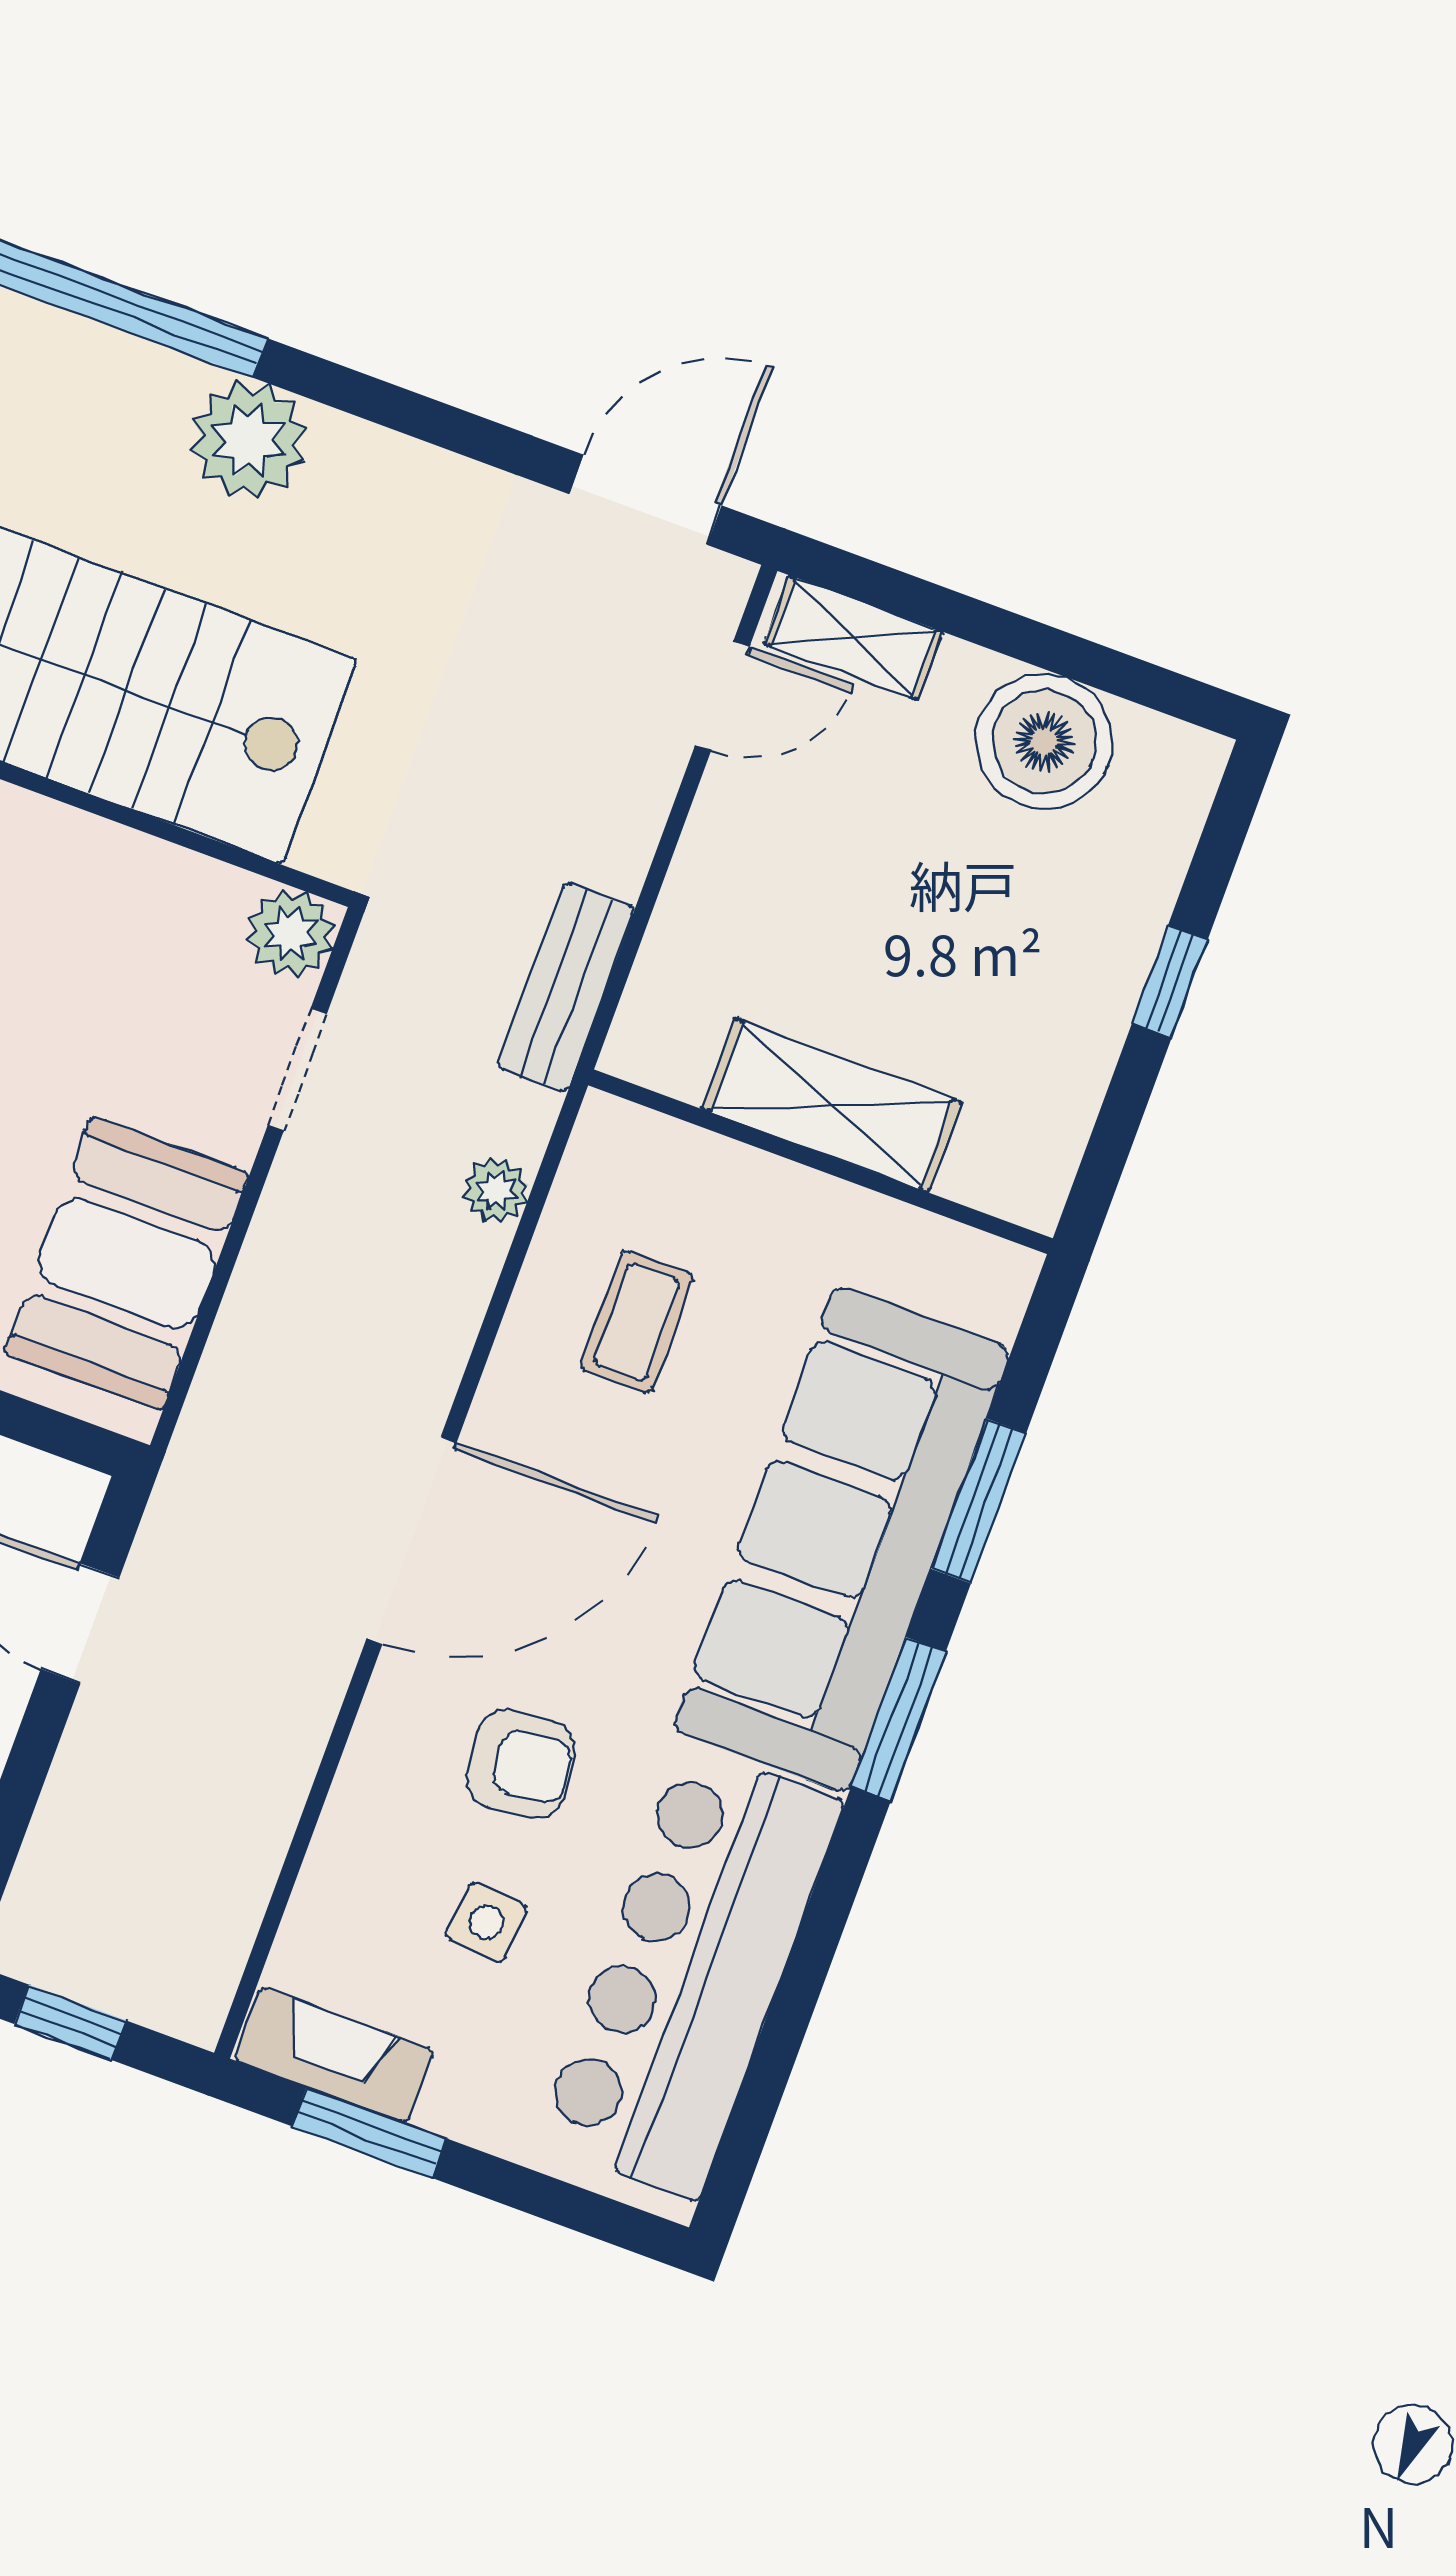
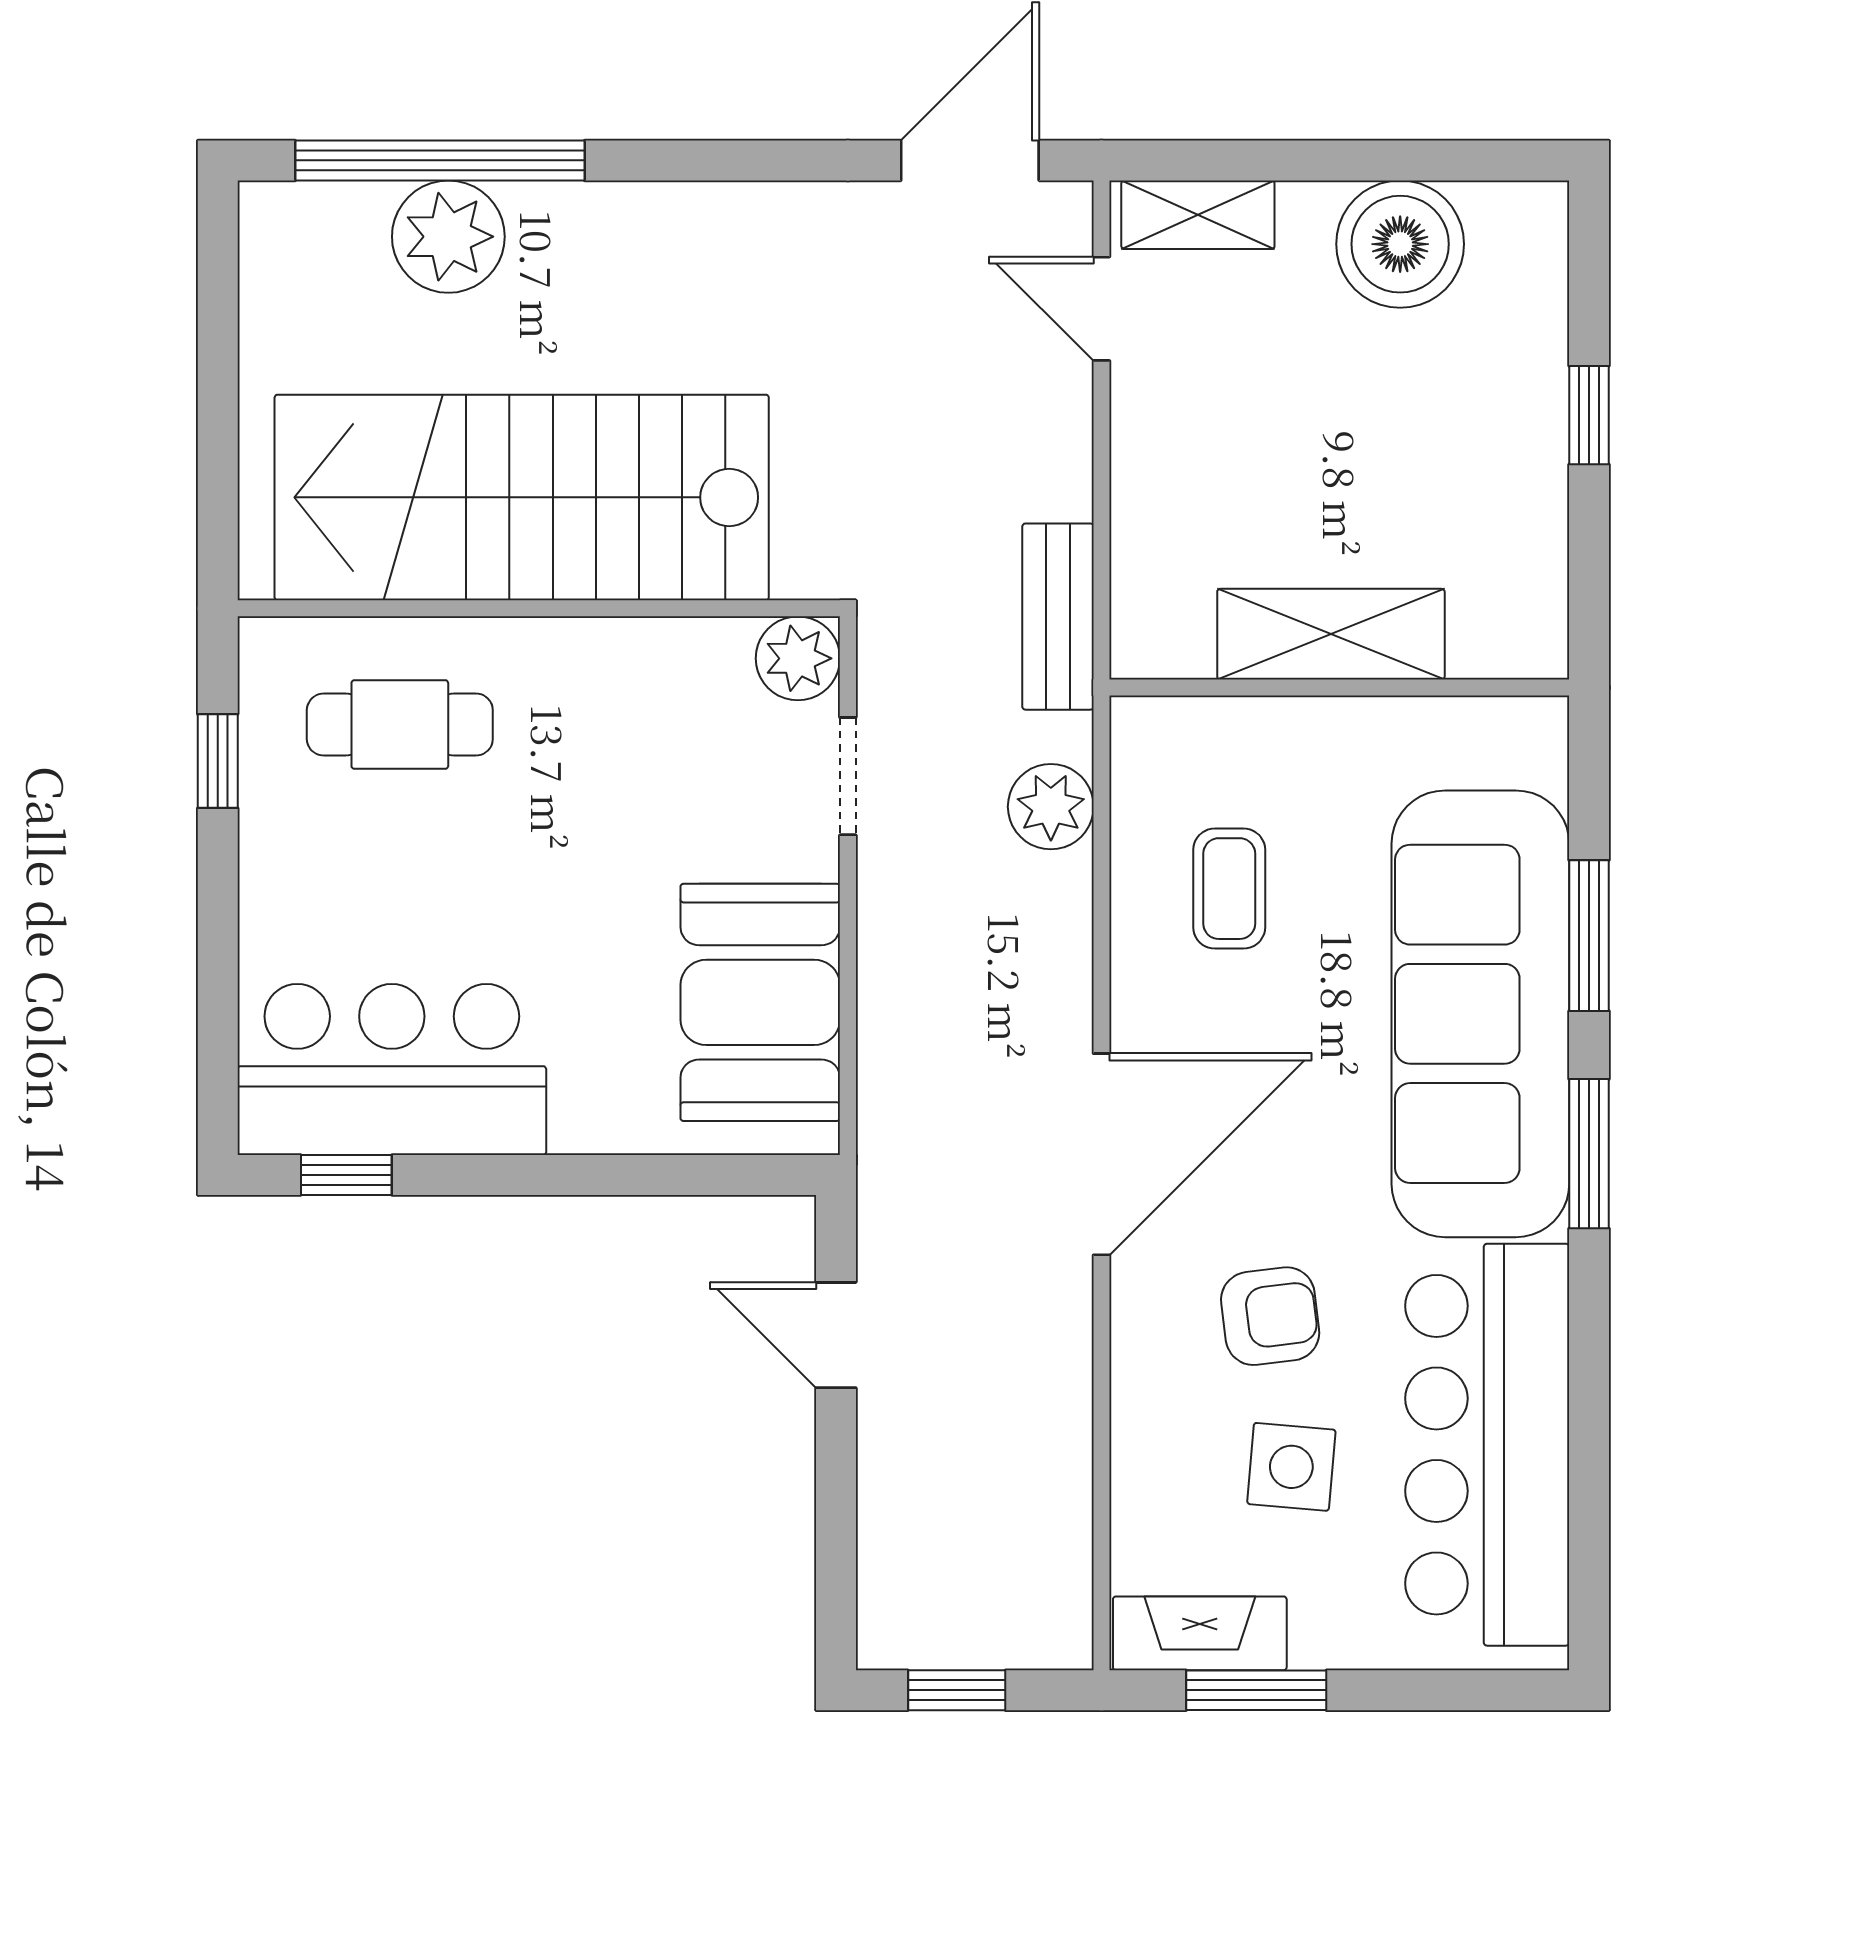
plant: (248, 440) -> (448, 237), moved
door: (722, 696) -> (1101, 309), swing flipped
plant: (496, 1191) -> (1051, 807), width x1.38, depth x1.38
side table: (486, 1922) -> (1291, 1467), width x1.37, depth x1.37

